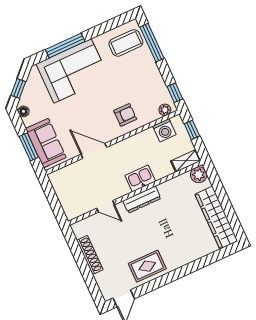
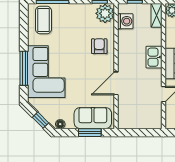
plant: (165, 110) -> (105, 13), width x1.88, depth x1.88

